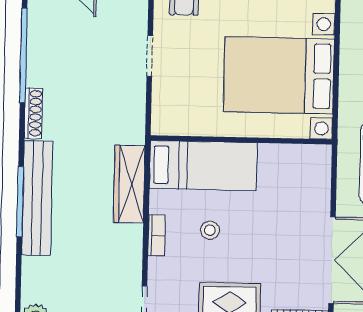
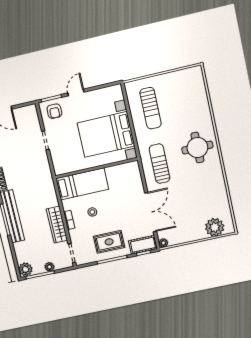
wardrobe: (129, 184) -> (57, 225), moved

